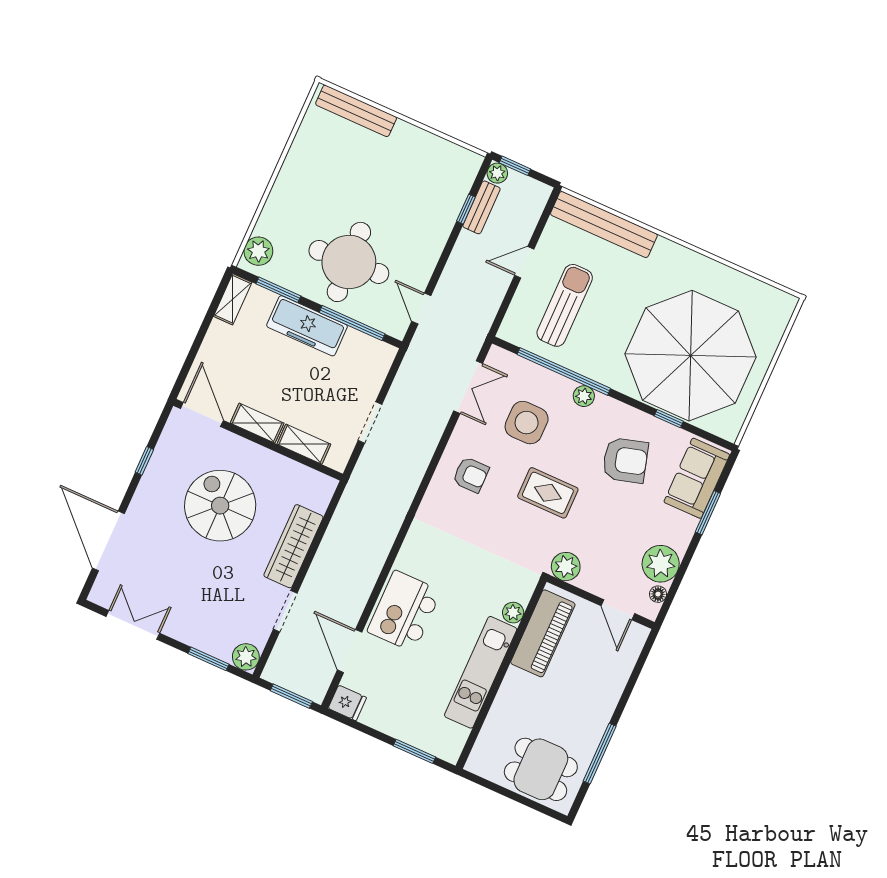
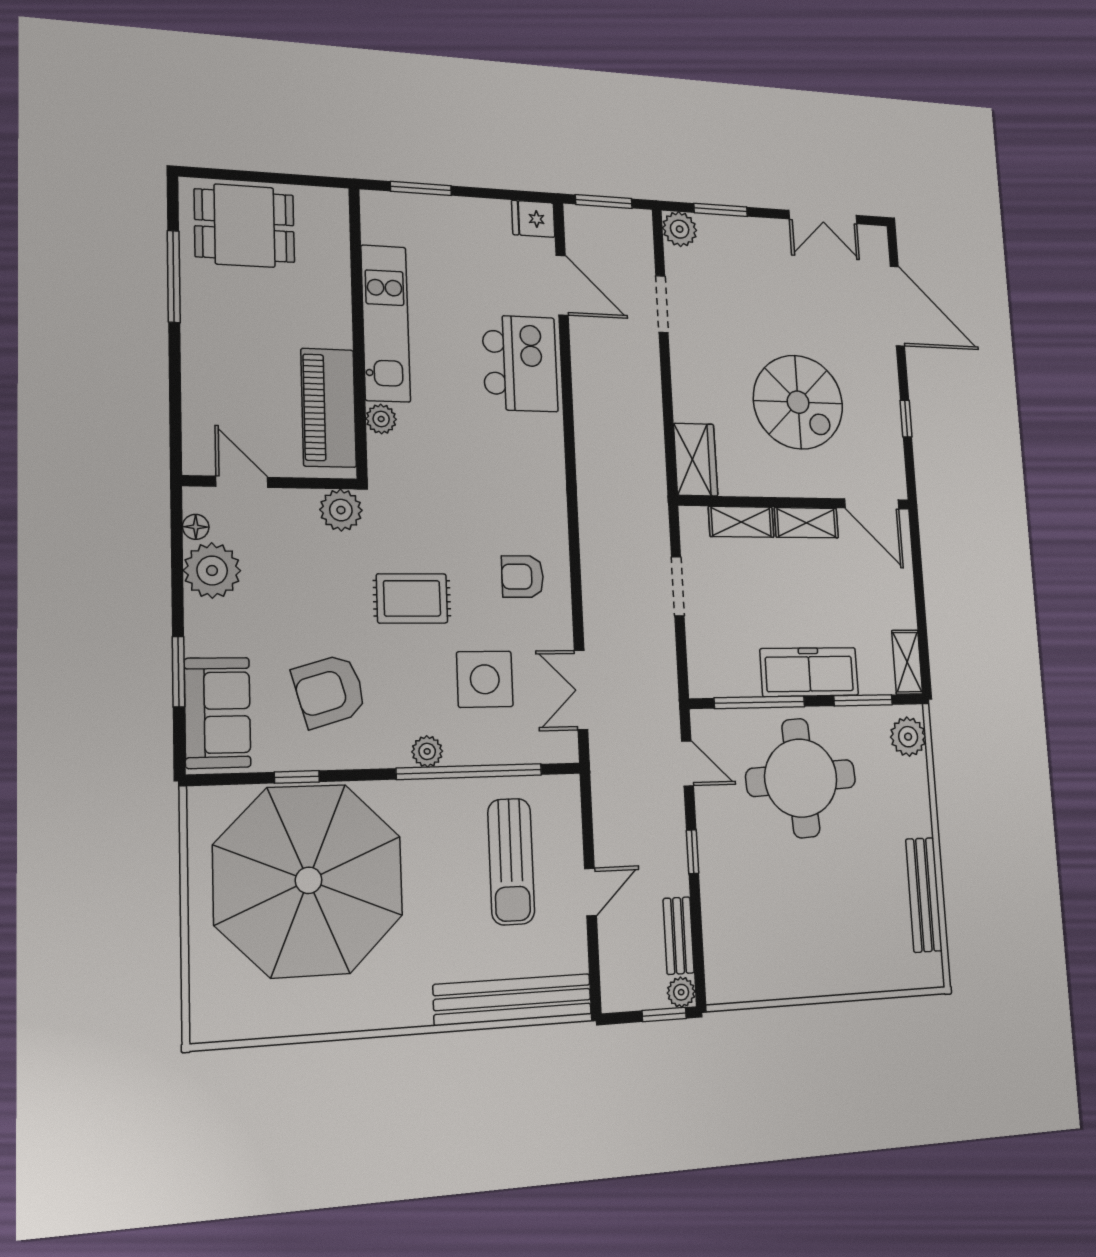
bench: (356, 111) -> (924, 895), moved, turned 90
window: (466, 209) -> (692, 852), moved
wardrobe: (293, 546) -> (696, 460), moved, width x0.67

